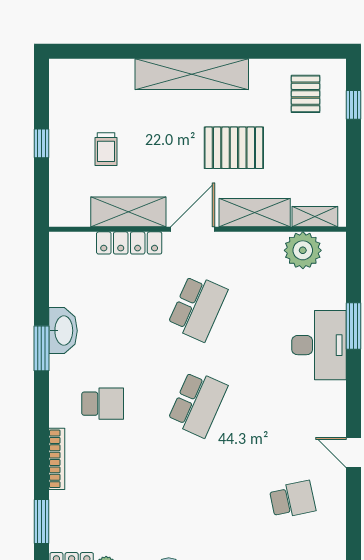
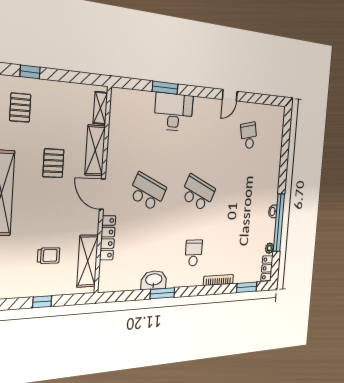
pallet: (306, 94) -> (20, 108), turned 90
pallet: (234, 148) -> (53, 163), width x0.67, depth x0.71
shelving: (128, 212) -> (88, 261), moved
plant: (303, 250) -> (120, 118), removed

